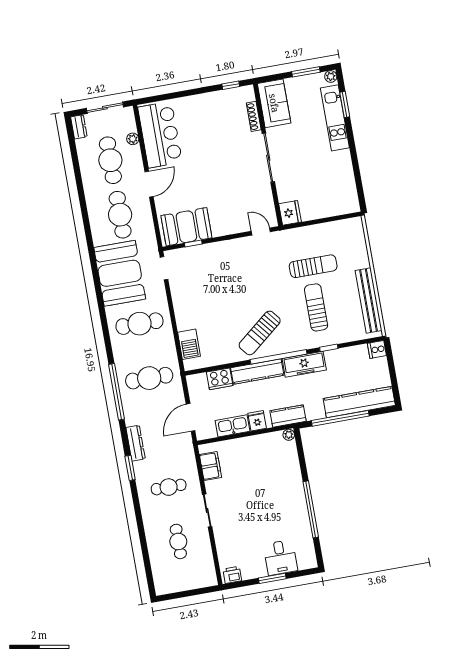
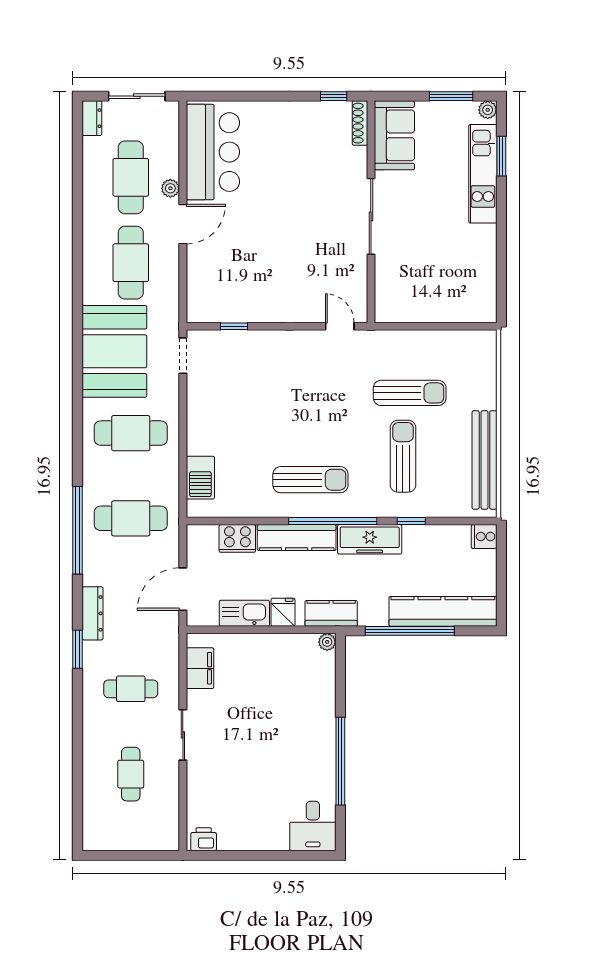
shoe rack: (254, 116) -> (360, 123), moved
plant: (133, 139) -> (170, 188), moved
fridge: (290, 213) -> (389, 306), removed
booth: (186, 227) -> (228, 299), removed
sun lounger: (260, 333) -> (310, 480), turned -141
desk: (280, 558) -> (313, 826), moved
window: (272, 578) -> (263, 855), removed

